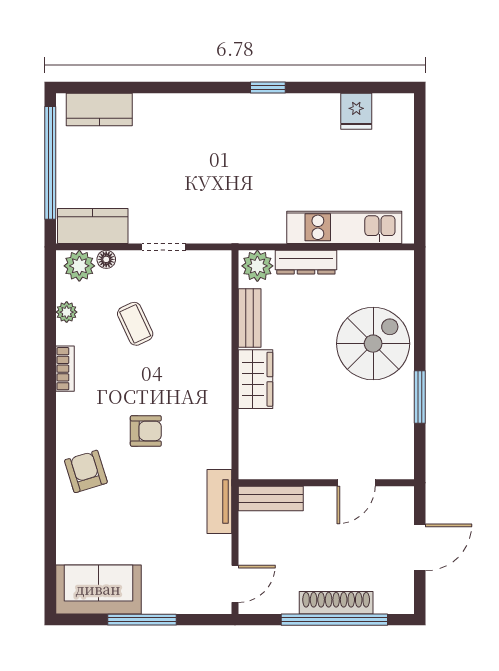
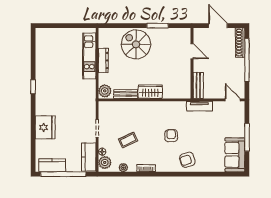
kitchen counter: (99, 109) -> (52, 165), moved, turned -90
fridge: (356, 111) -> (45, 127), moved, width x1.88, depth x1.34
dresser: (306, 262) -> (103, 60), moved
shoe rack: (336, 603) -> (240, 43), moved

